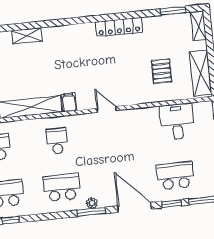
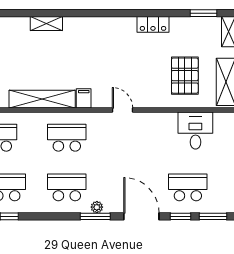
locker: (119, 27) -> (153, 24), width x0.66
pallet: (162, 71) -> (185, 76), width x1.50, depth x1.42
school desk: (57, 141) -> (67, 138), width x1.85

